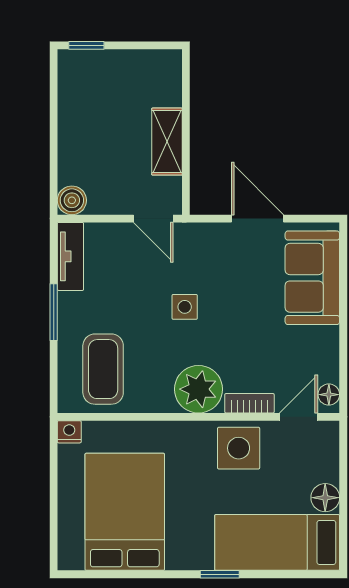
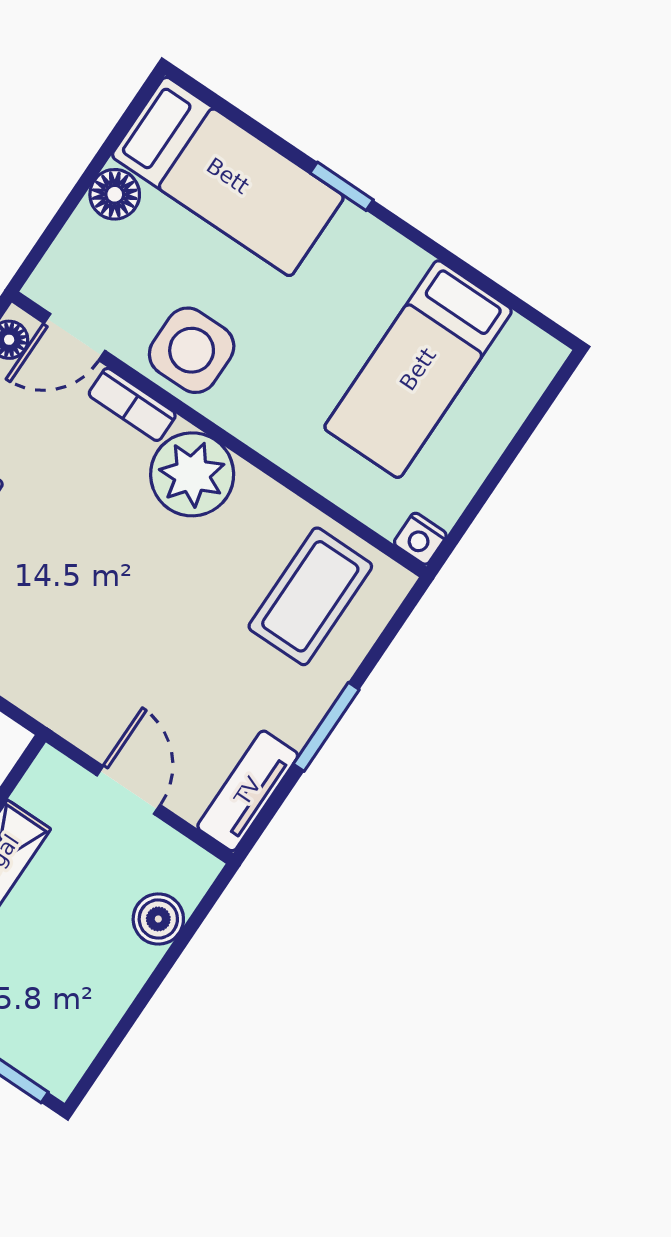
boiler: (72, 200) -> (158, 919), moved
door: (153, 219) -> (129, 790), moved
side table: (185, 307) -> (132, 607), removed
bed: (125, 512) -> (418, 369), width x0.67

